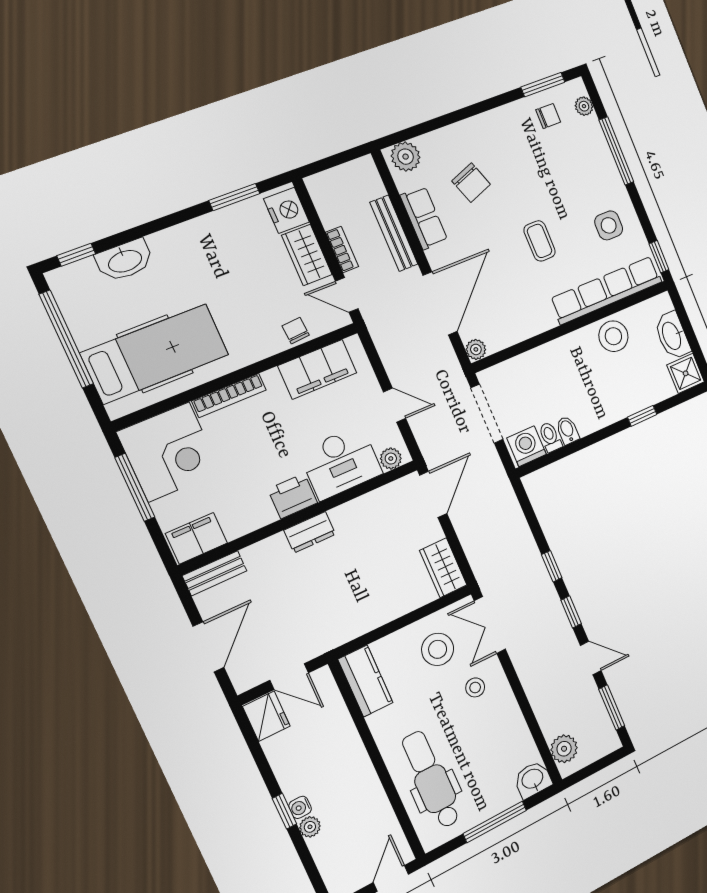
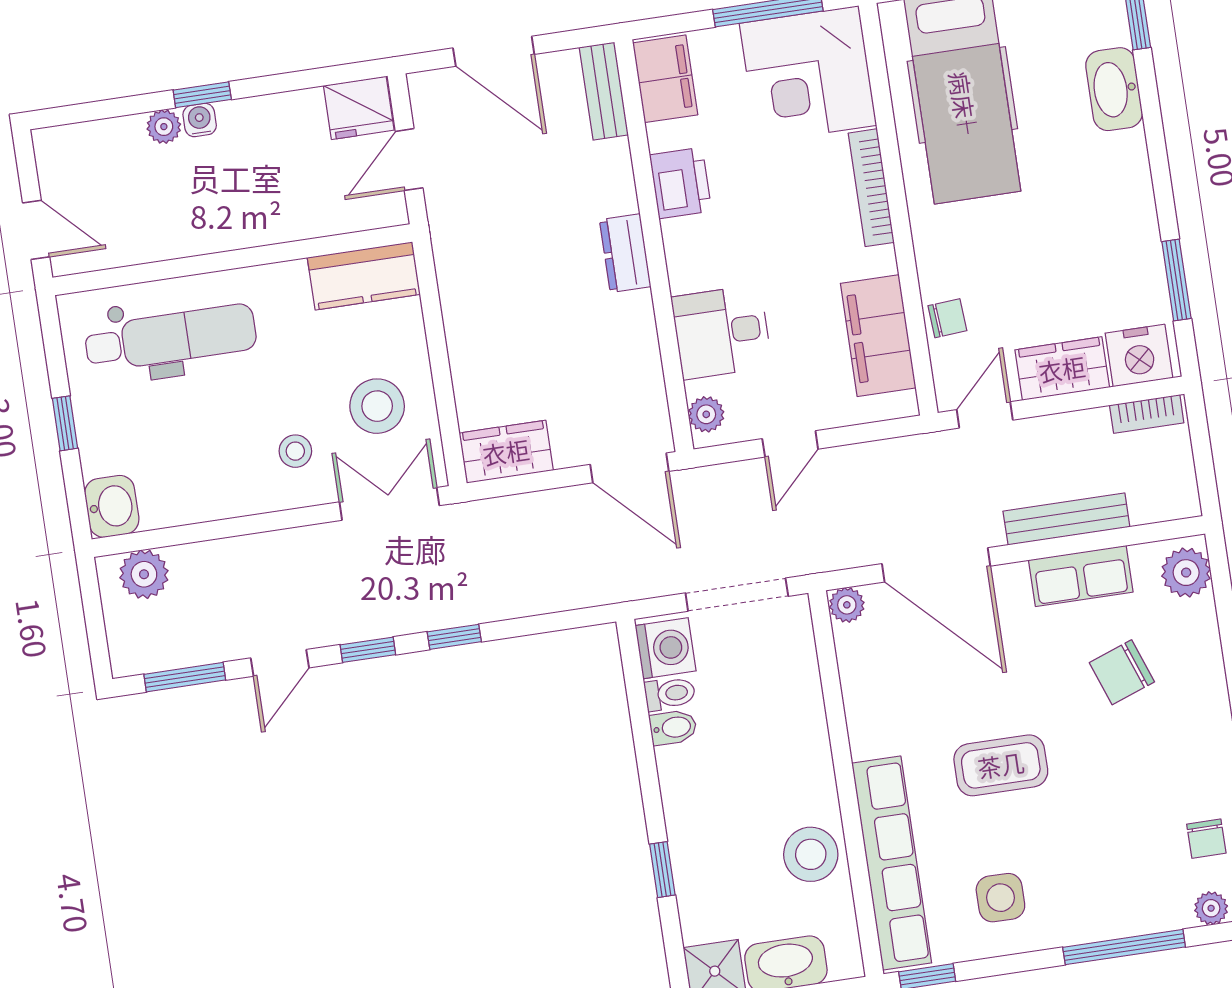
coffee table: (540, 241) -> (1001, 765), width x1.36, depth x1.30
bookcase: (342, 249) -> (1147, 414), moved
desk: (341, 462) -> (722, 332), width x0.73
printer: (293, 496) -> (681, 183), moved
window: (495, 822) -> (65, 423), width x0.46

